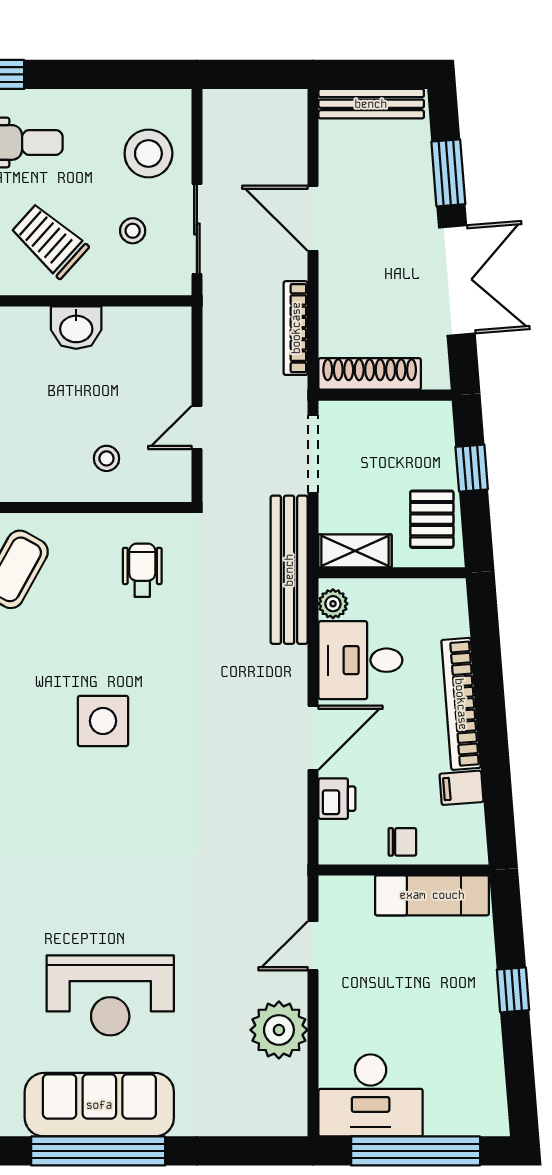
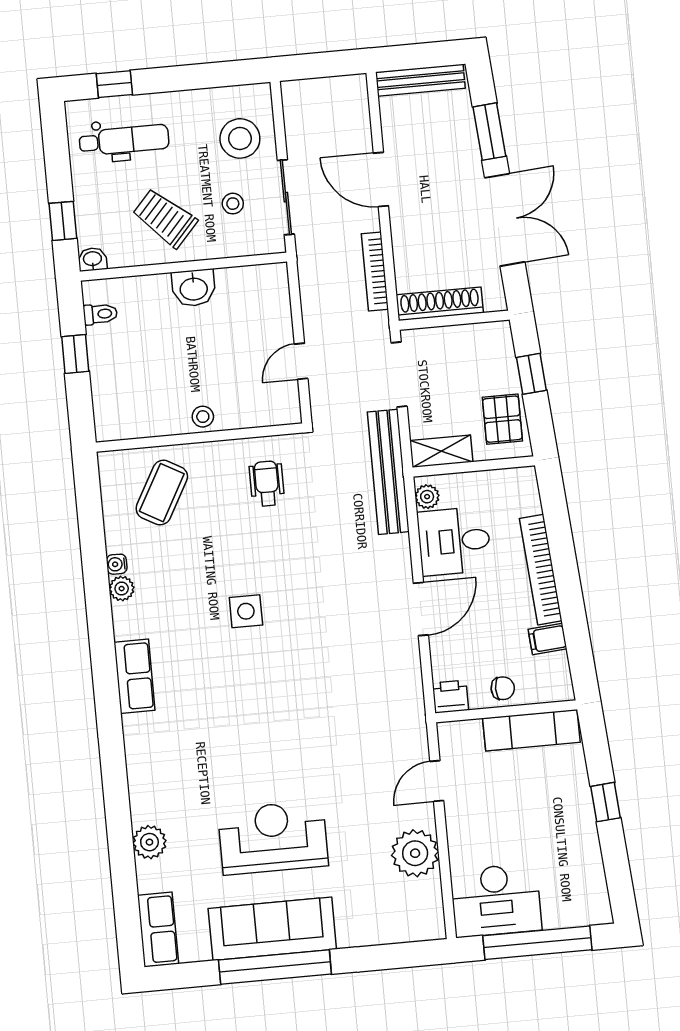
stool: (106, 458) -> (203, 417), moved
side table: (103, 721) -> (246, 611), width x0.73, depth x0.73
printer: (337, 799) -> (450, 697), moved, turned -90
reception desk: (110, 995) -> (273, 838), turned 180

